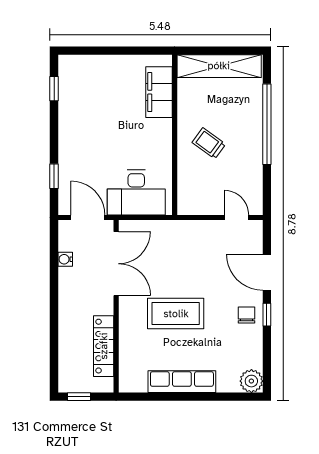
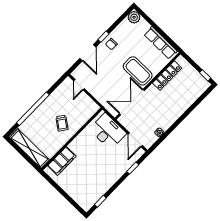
double door: (116, 264) -> (132, 102), moved
wall: (116, 306) -> (148, 86), moved
locker: (104, 346) -> (167, 76), moved

